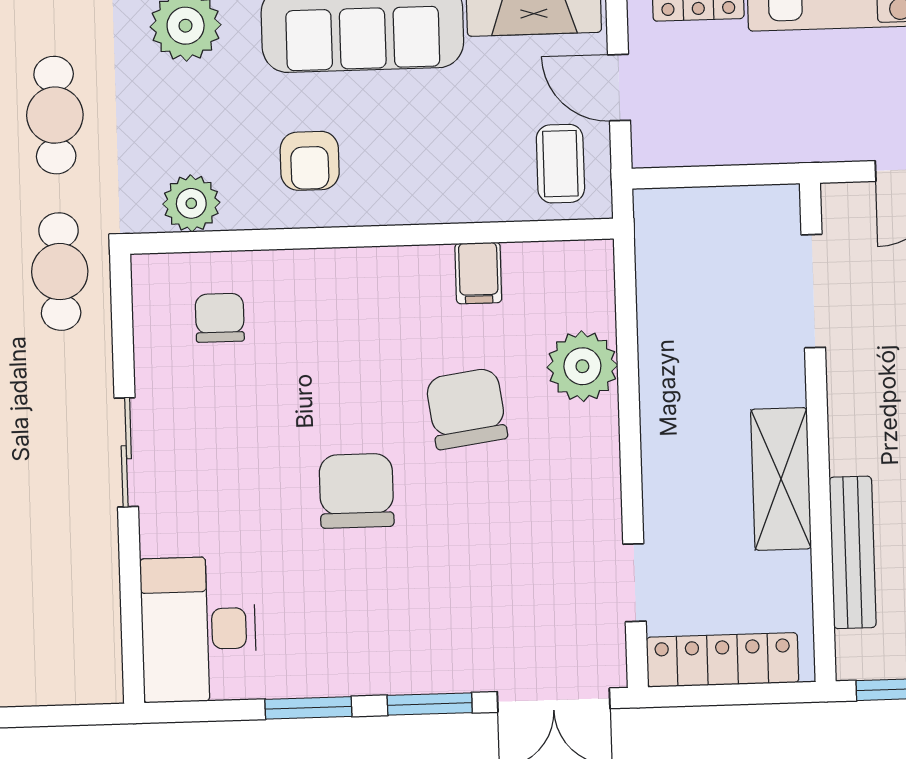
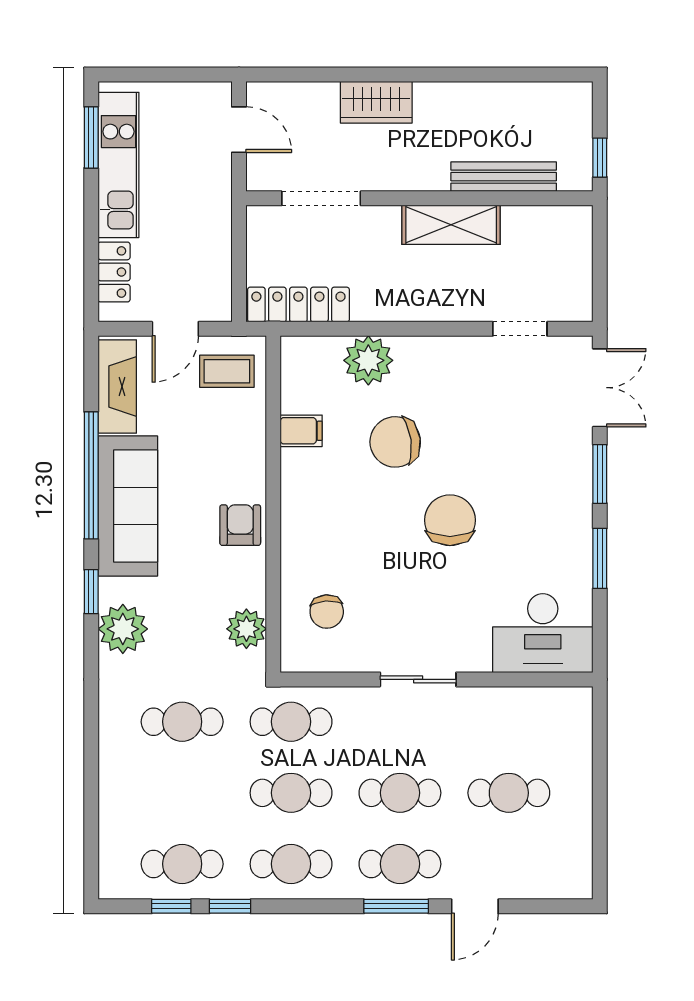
armchair: (310, 161) -> (240, 525), moved, turned -90
chair: (220, 318) -> (327, 612), turned -94
chair: (356, 491) -> (450, 520), turned 90
locker: (723, 660) -> (298, 305), moved, turned 90

